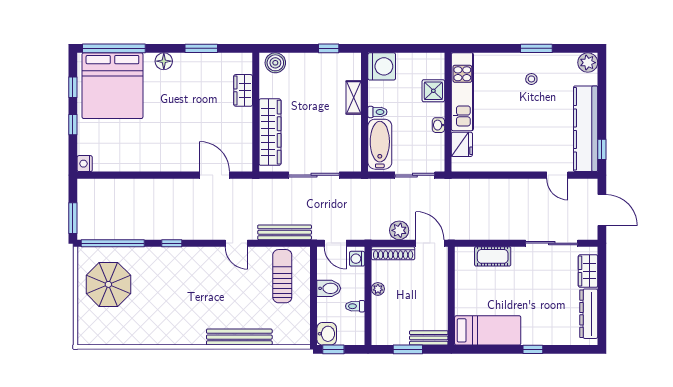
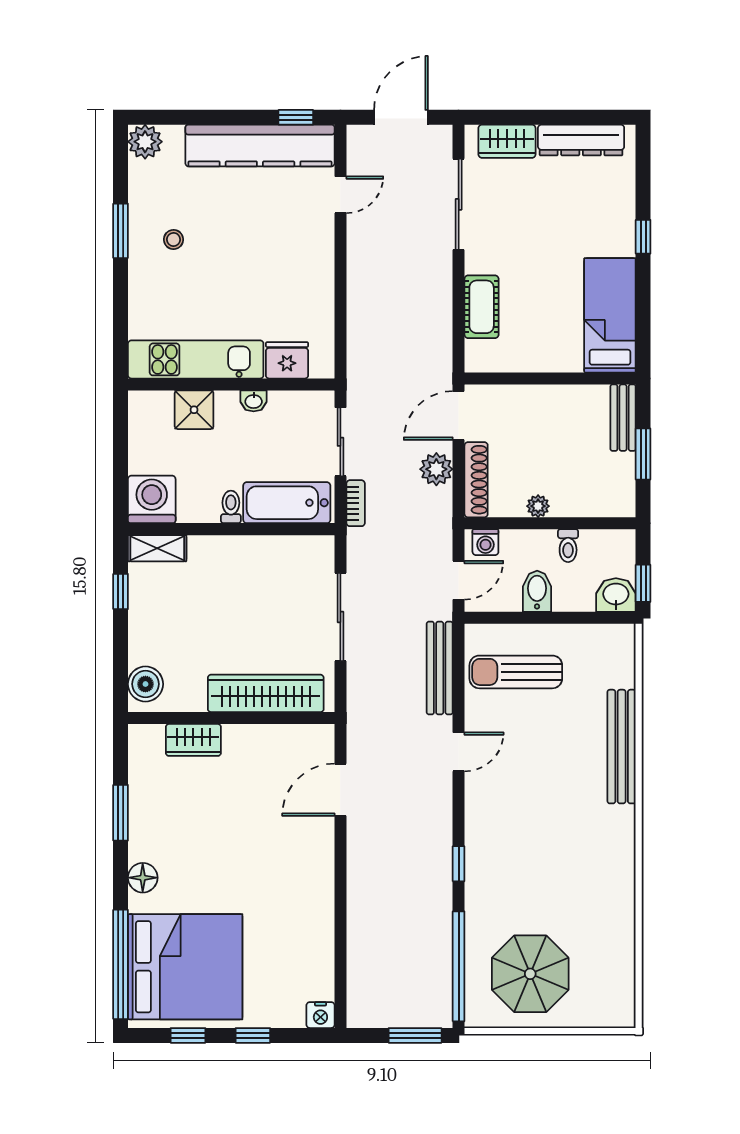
shelving: (354, 97) -> (157, 548), moved
bookcase: (380, 184) -> (356, 503), added

